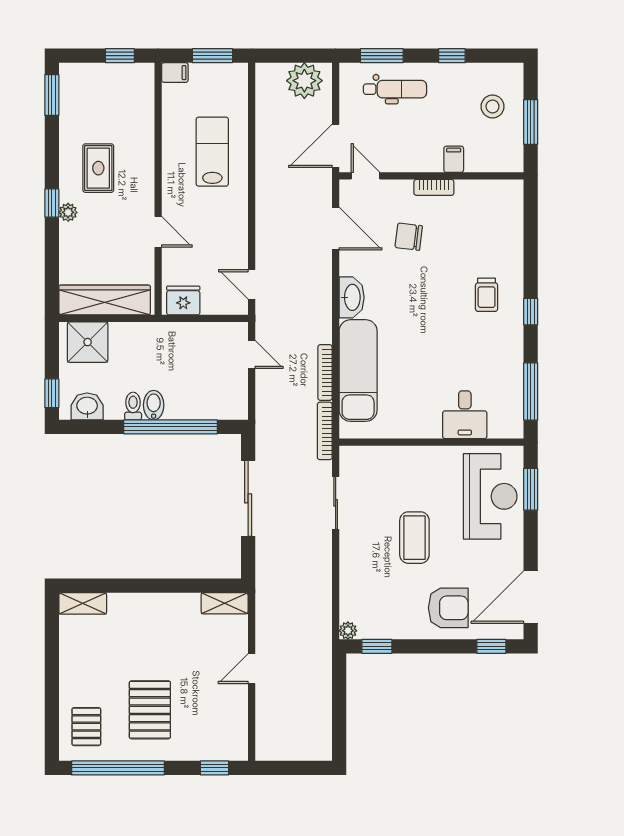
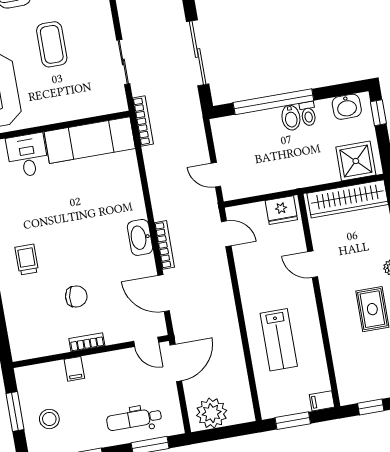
chair: (409, 237) -> (76, 296), moved
exam couch: (358, 371) -> (90, 140), moved, turned -90
bookcase: (325, 373) -> (164, 245), moved

